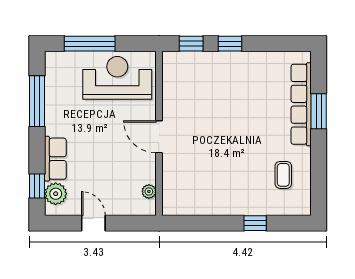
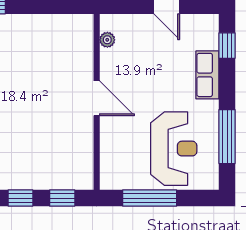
window: (90, 44) -> (150, 198), moved
reception desk: (117, 78) -> (174, 149), moved, turned -90
plant: (56, 194) -> (207, 37), removed

